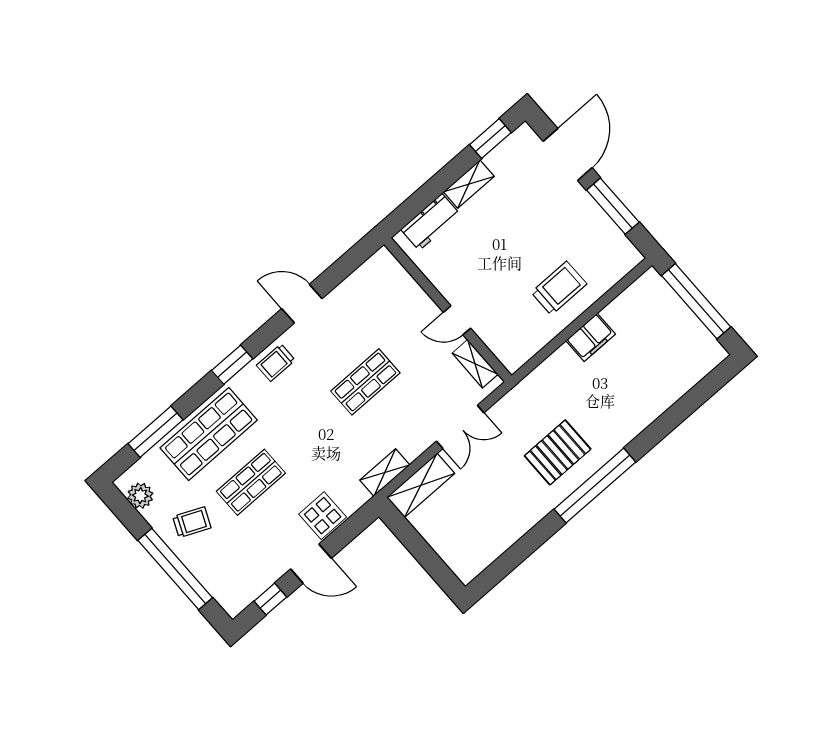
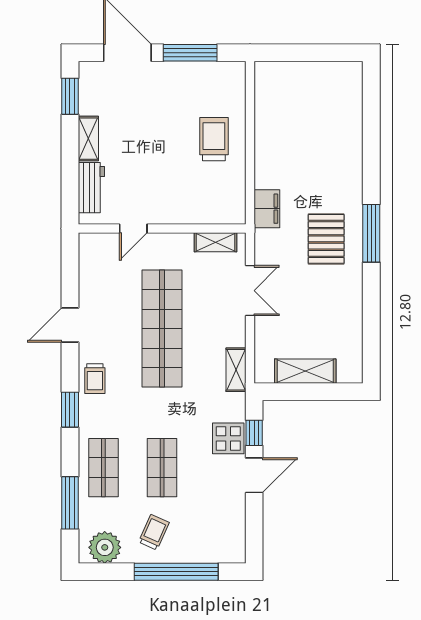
window: (696, 301) -> (306, 53), removed
door: (457, 320) -> (133, 229), moved
filing cabinet: (591, 337) -> (267, 209), moved
shop shelf: (365, 382) -> (162, 329), width x2.00, depth x1.36
shop shelf: (209, 434) -> (103, 468), width x0.70, depth x0.74
shelving: (421, 485) -> (305, 371), moved, turned 90
window: (595, 486) -> (371, 233), width x0.68
plant: (140, 496) -> (105, 547), width x1.36, depth x1.36
window: (270, 599) -> (254, 433), moved

